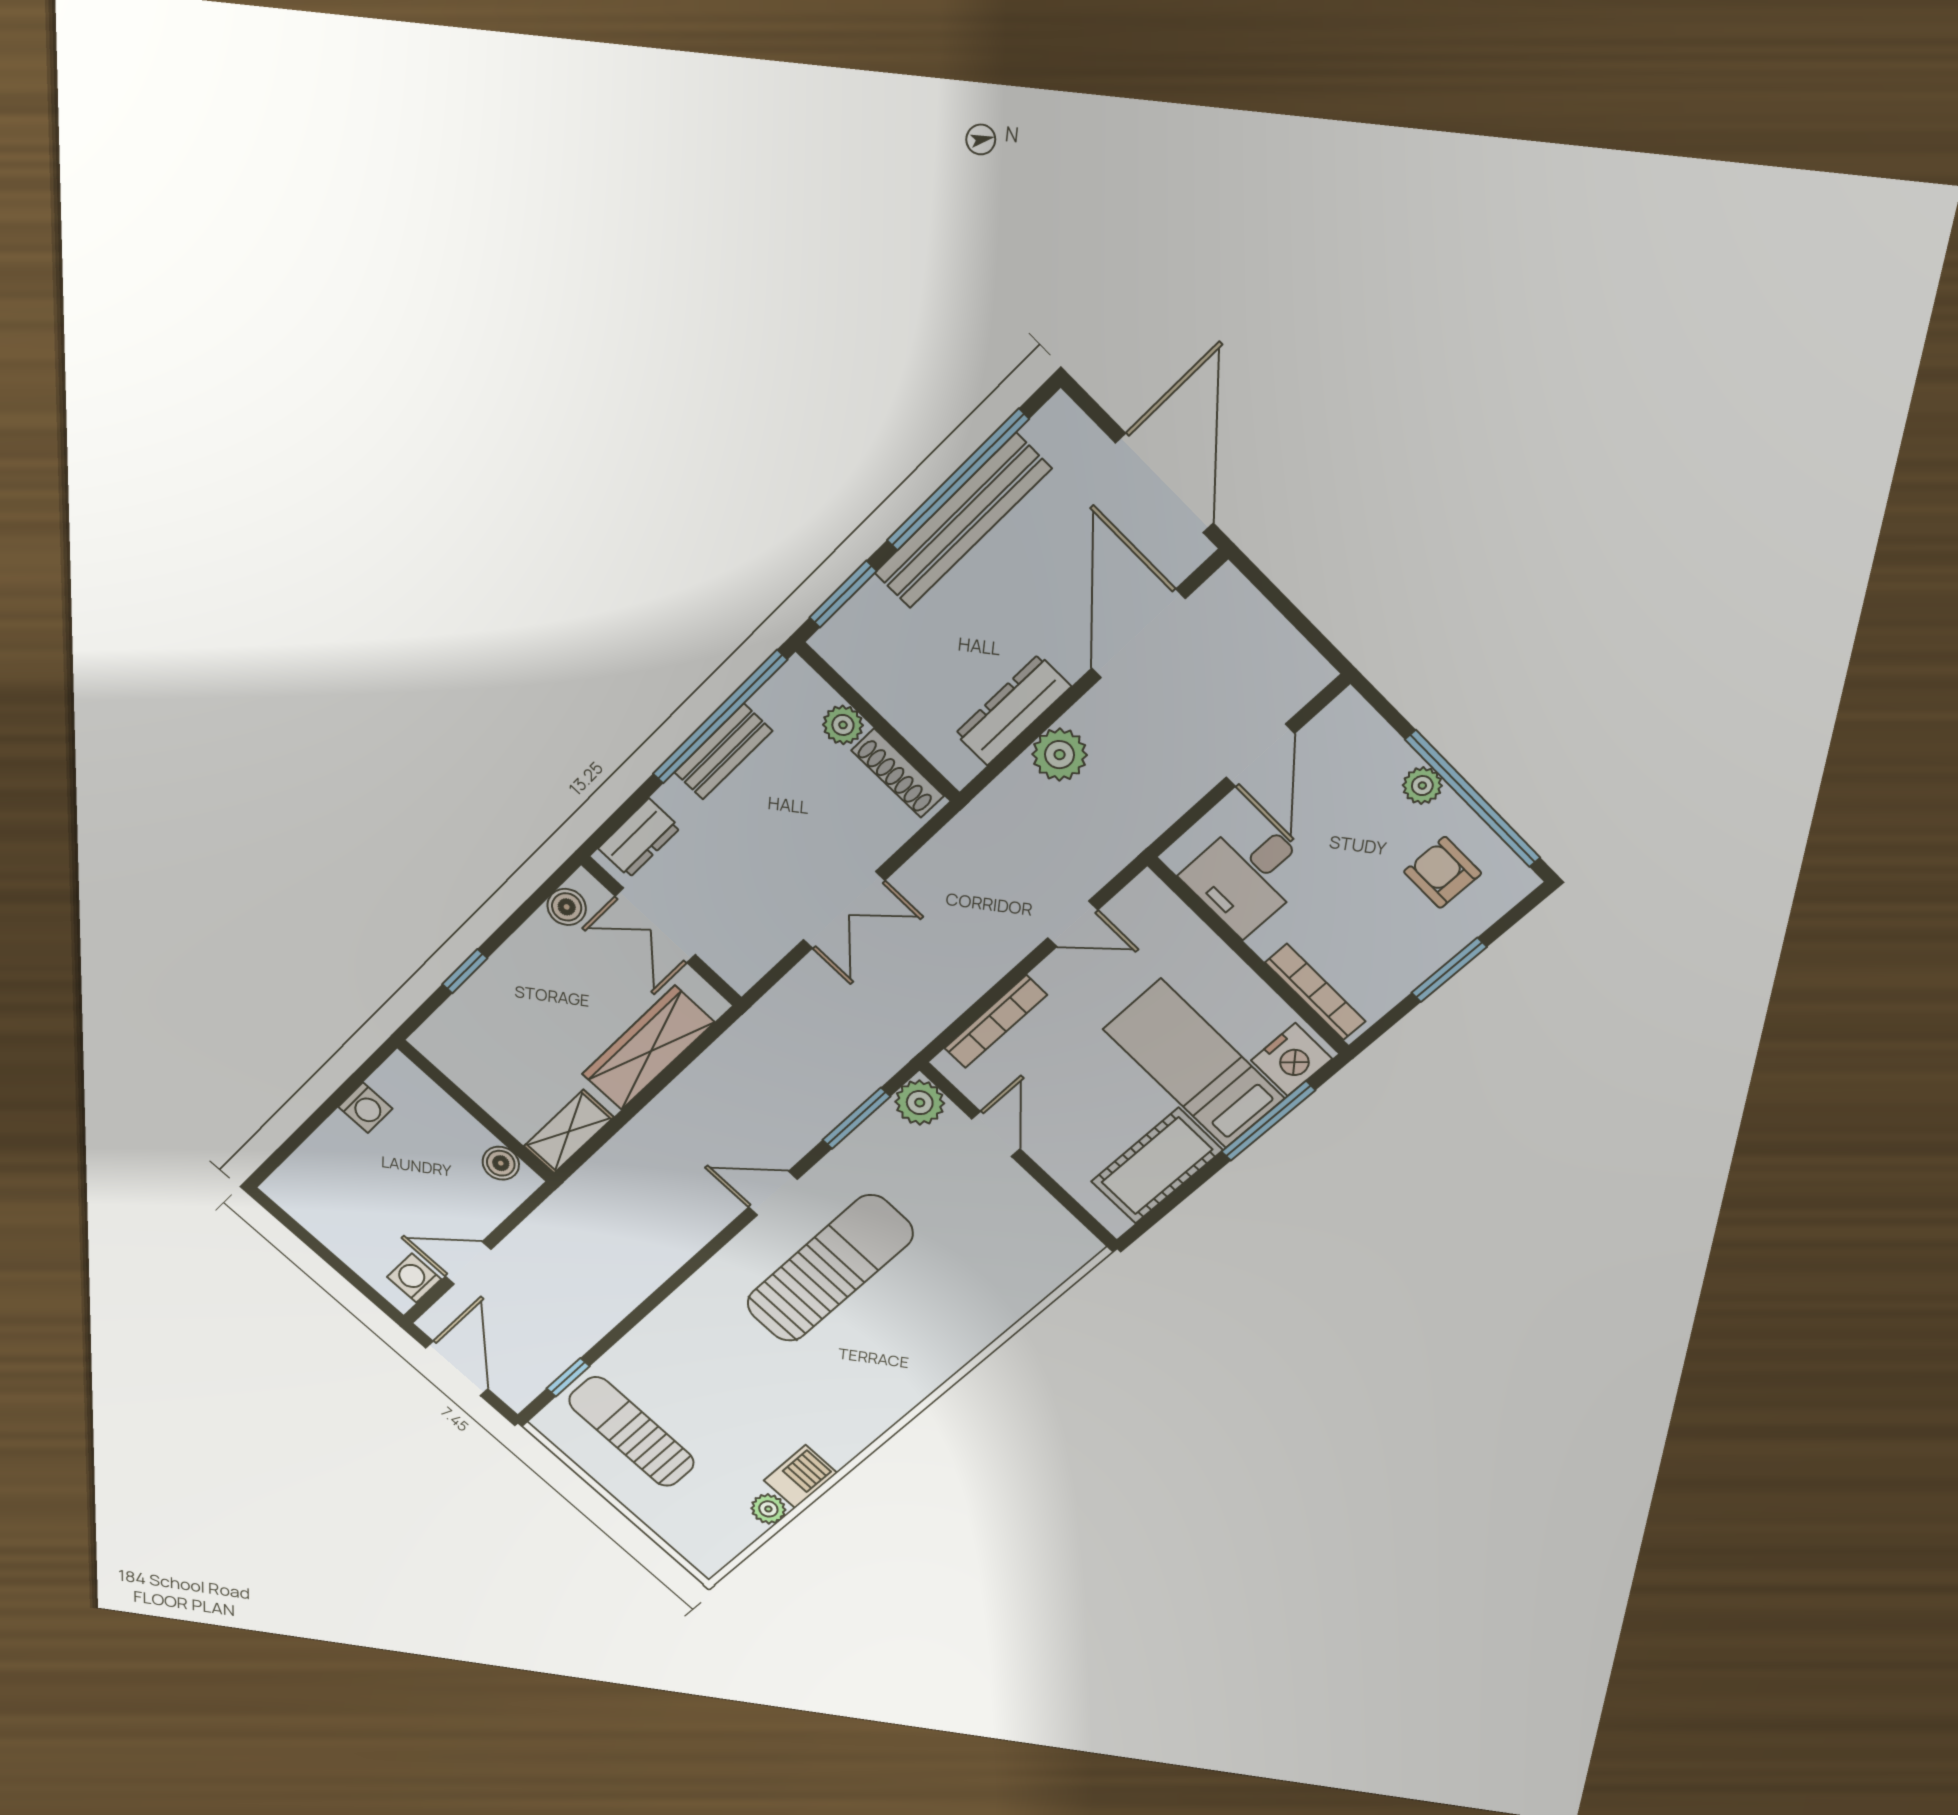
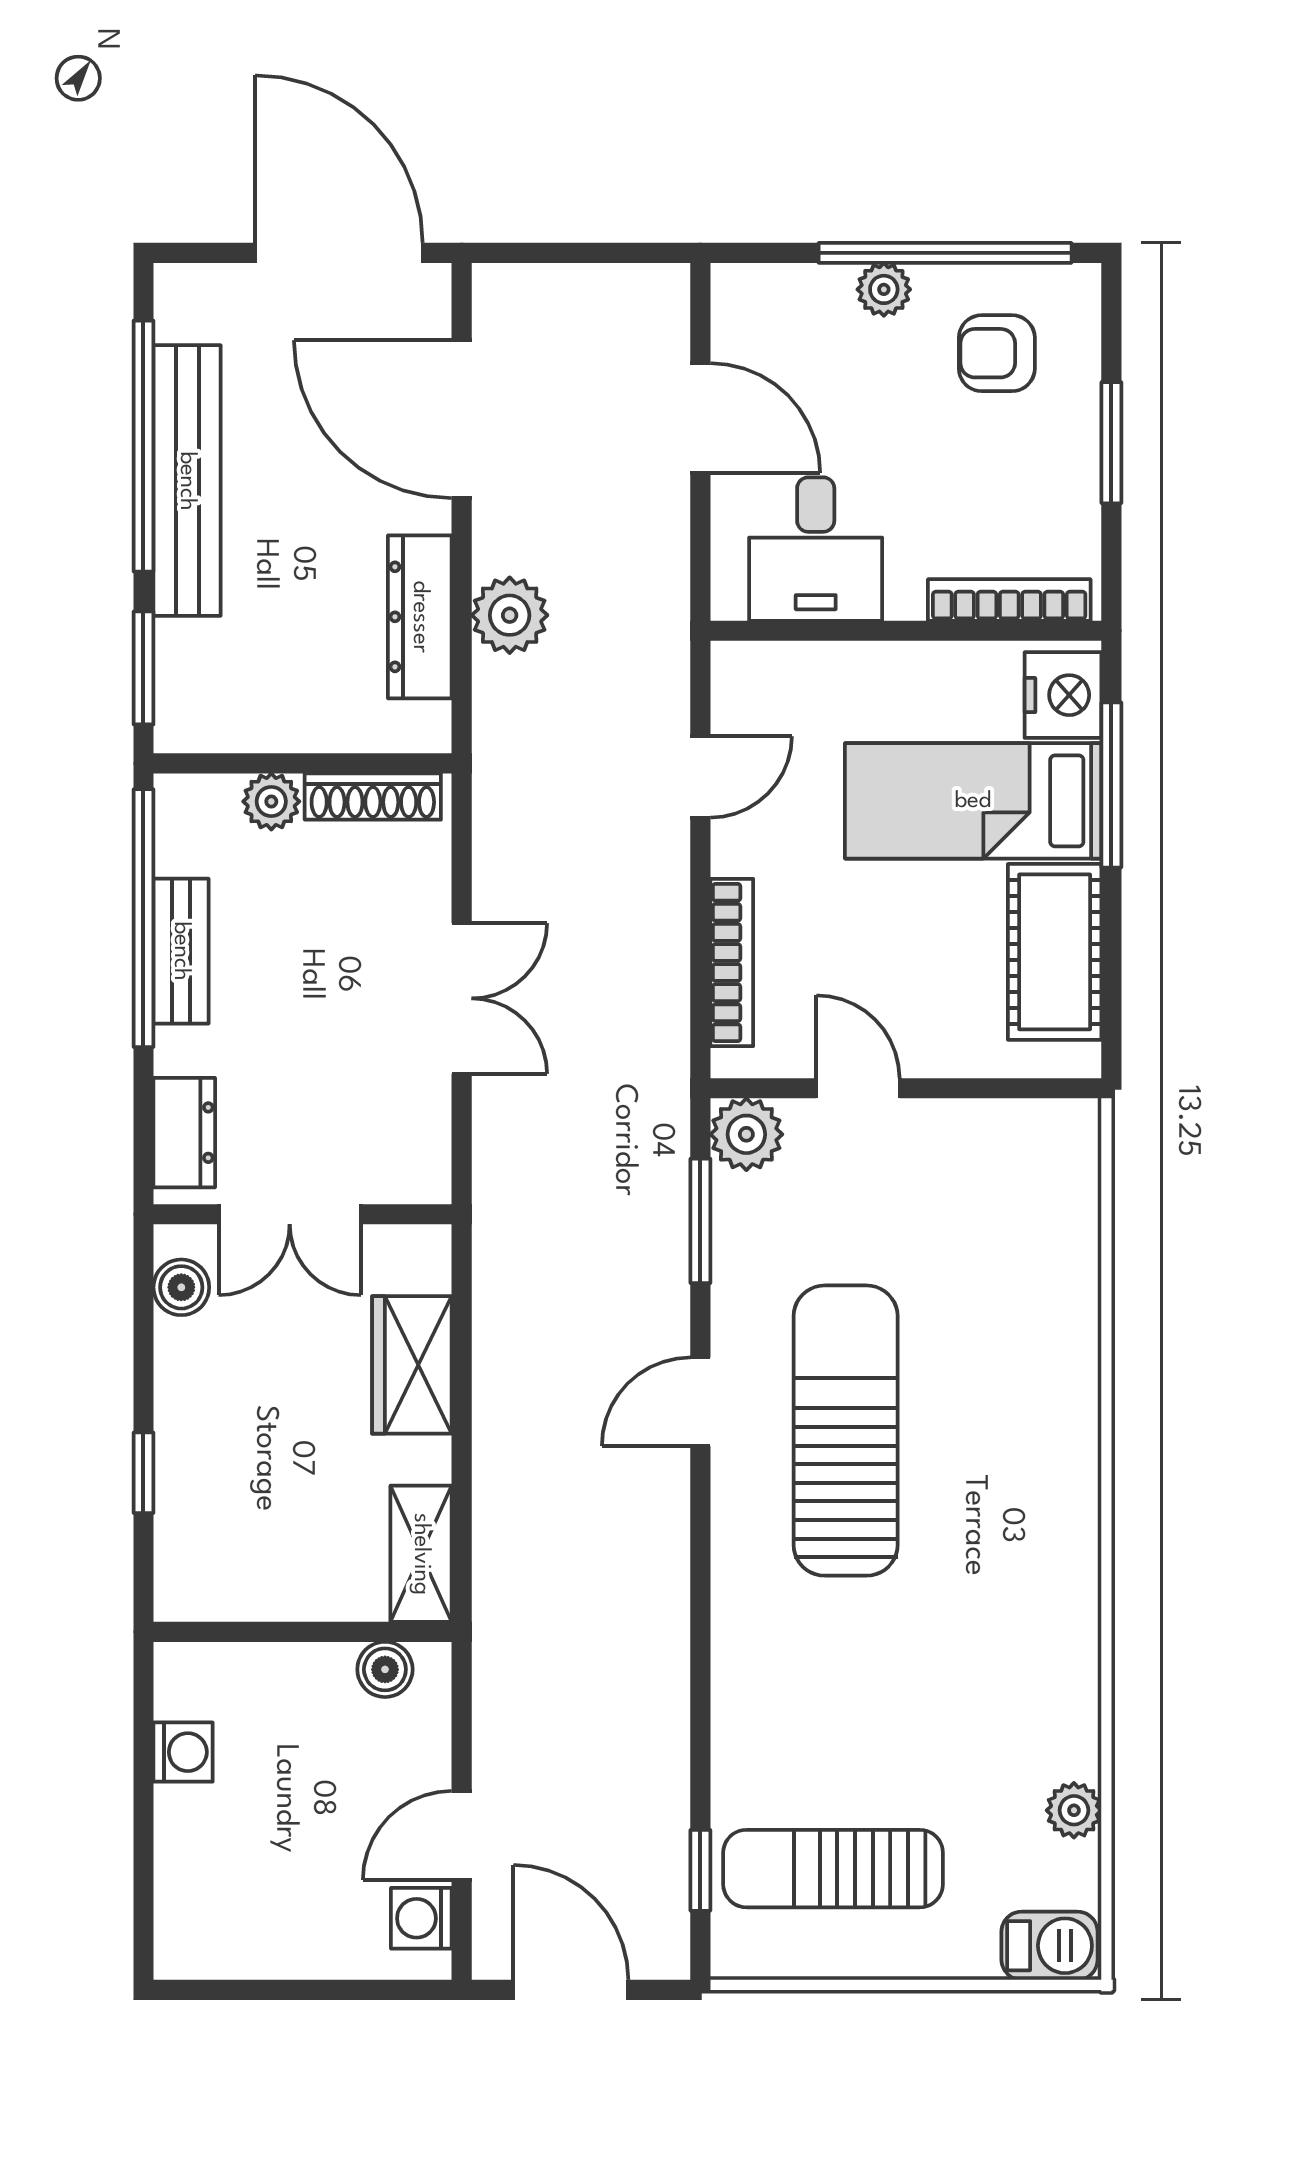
wardrobe: (648, 1048) -> (412, 1365), width x0.67
barbecue: (800, 1477) -> (1050, 1946), moved, turned 90

